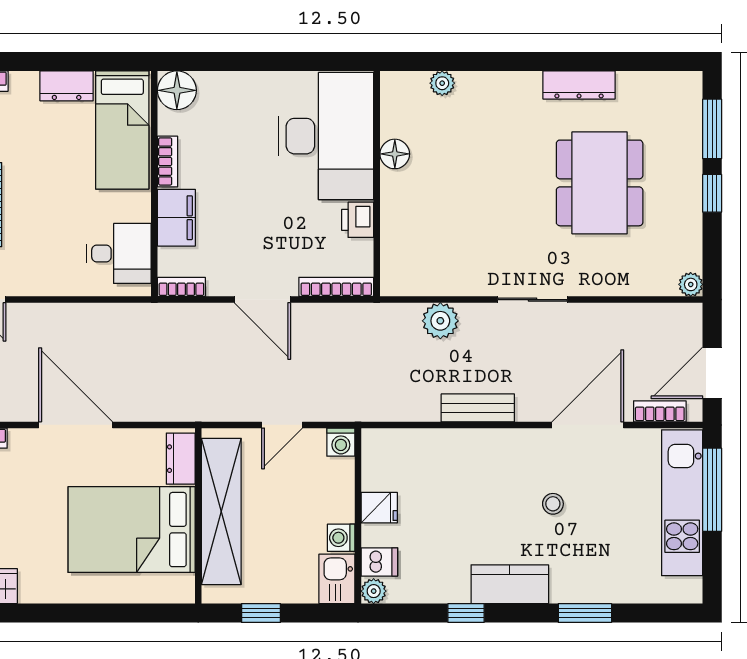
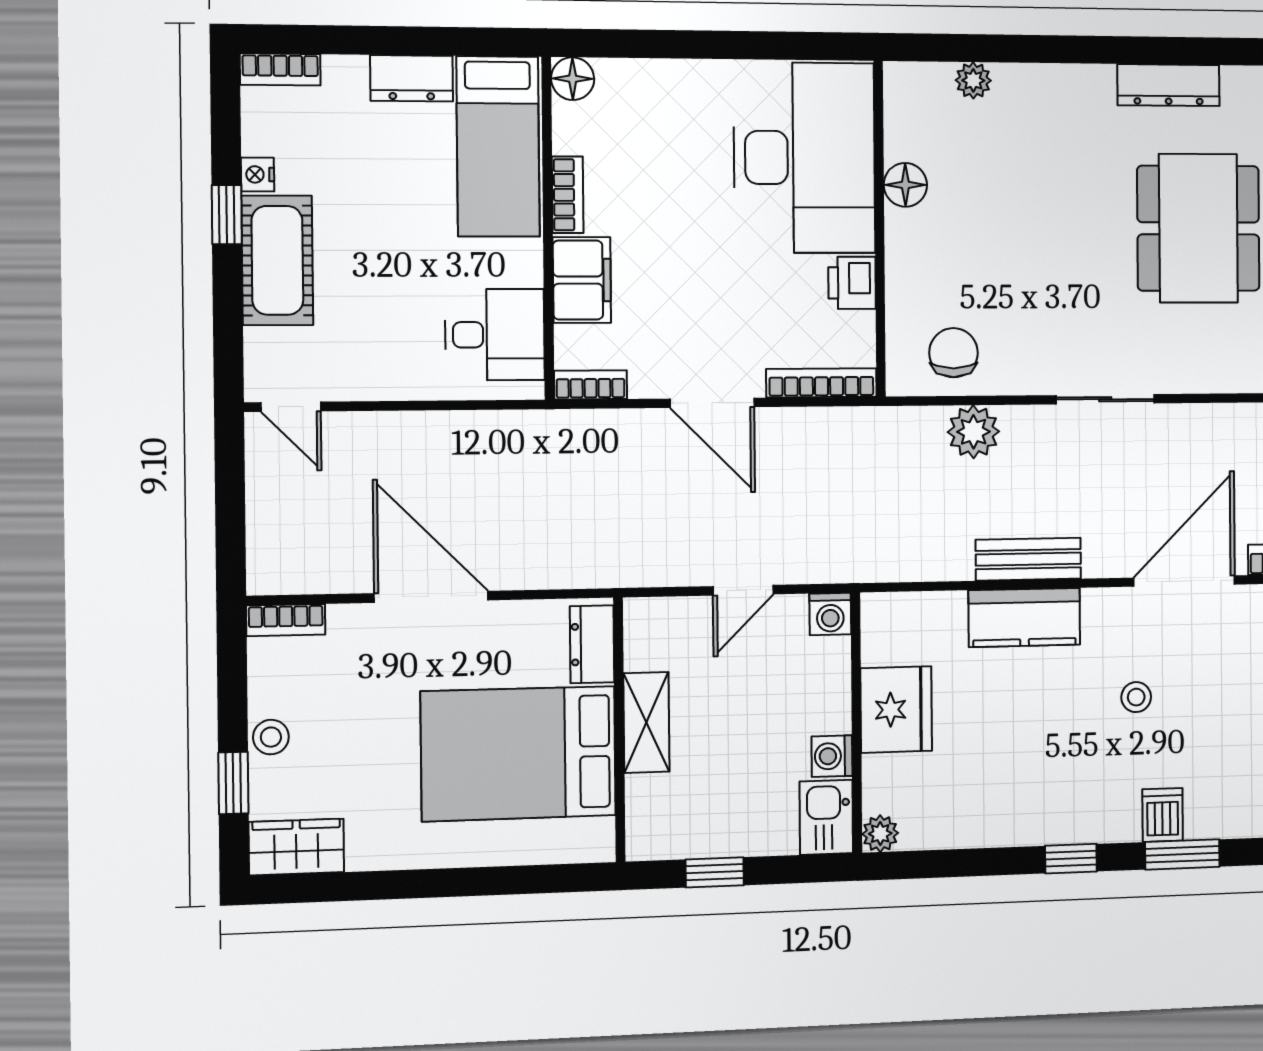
floor lamp: (177, 90) -> (573, 79), width x0.73, depth x0.73
chair: (427, 267) -> (953, 353), added
fridge: (379, 508) -> (896, 710), width x1.88, depth x1.34
shelving: (221, 511) -> (646, 722), width x0.45, depth x0.75
dishwasher: (379, 562) -> (1163, 815), moved, turned -90
kitchen counter: (510, 584) -> (1024, 617), moved, turned 180
window: (466, 613) -> (1071, 859), moved

